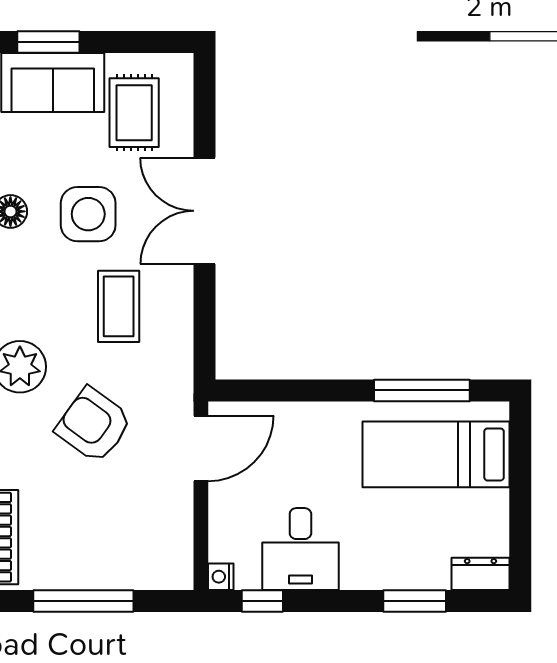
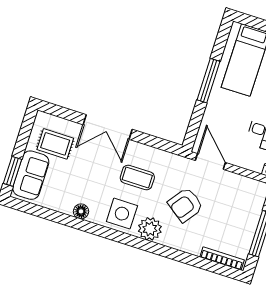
side table: (88, 214) -> (122, 214), moved
window: (422, 390) -> (209, 81), moved

